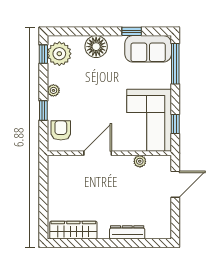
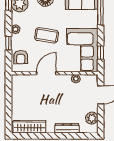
coffee table: (98, 99) -> (46, 35), added
armchair: (61, 130) -> (21, 57), turned 180
plant: (163, 218) -> (92, 118), added

